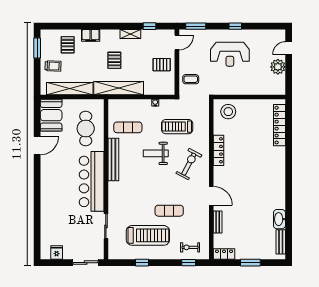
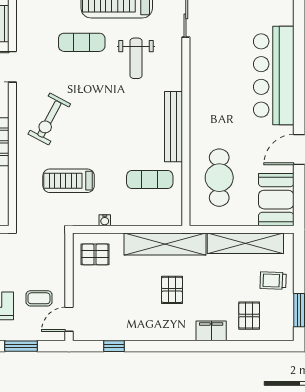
window: (196, 26) -> (21, 346), moved
shelving: (130, 34) -> (146, 333), removed
pallet: (162, 65) -> (95, 254), moved
coffee table: (191, 79) -> (39, 298), moved
treadmill: (177, 127) -> (69, 181), turned 180
weight bench: (156, 153) -> (136, 58), moved, turned 90
bar counter: (92, 181) -> (274, 75), moved, turned 180

